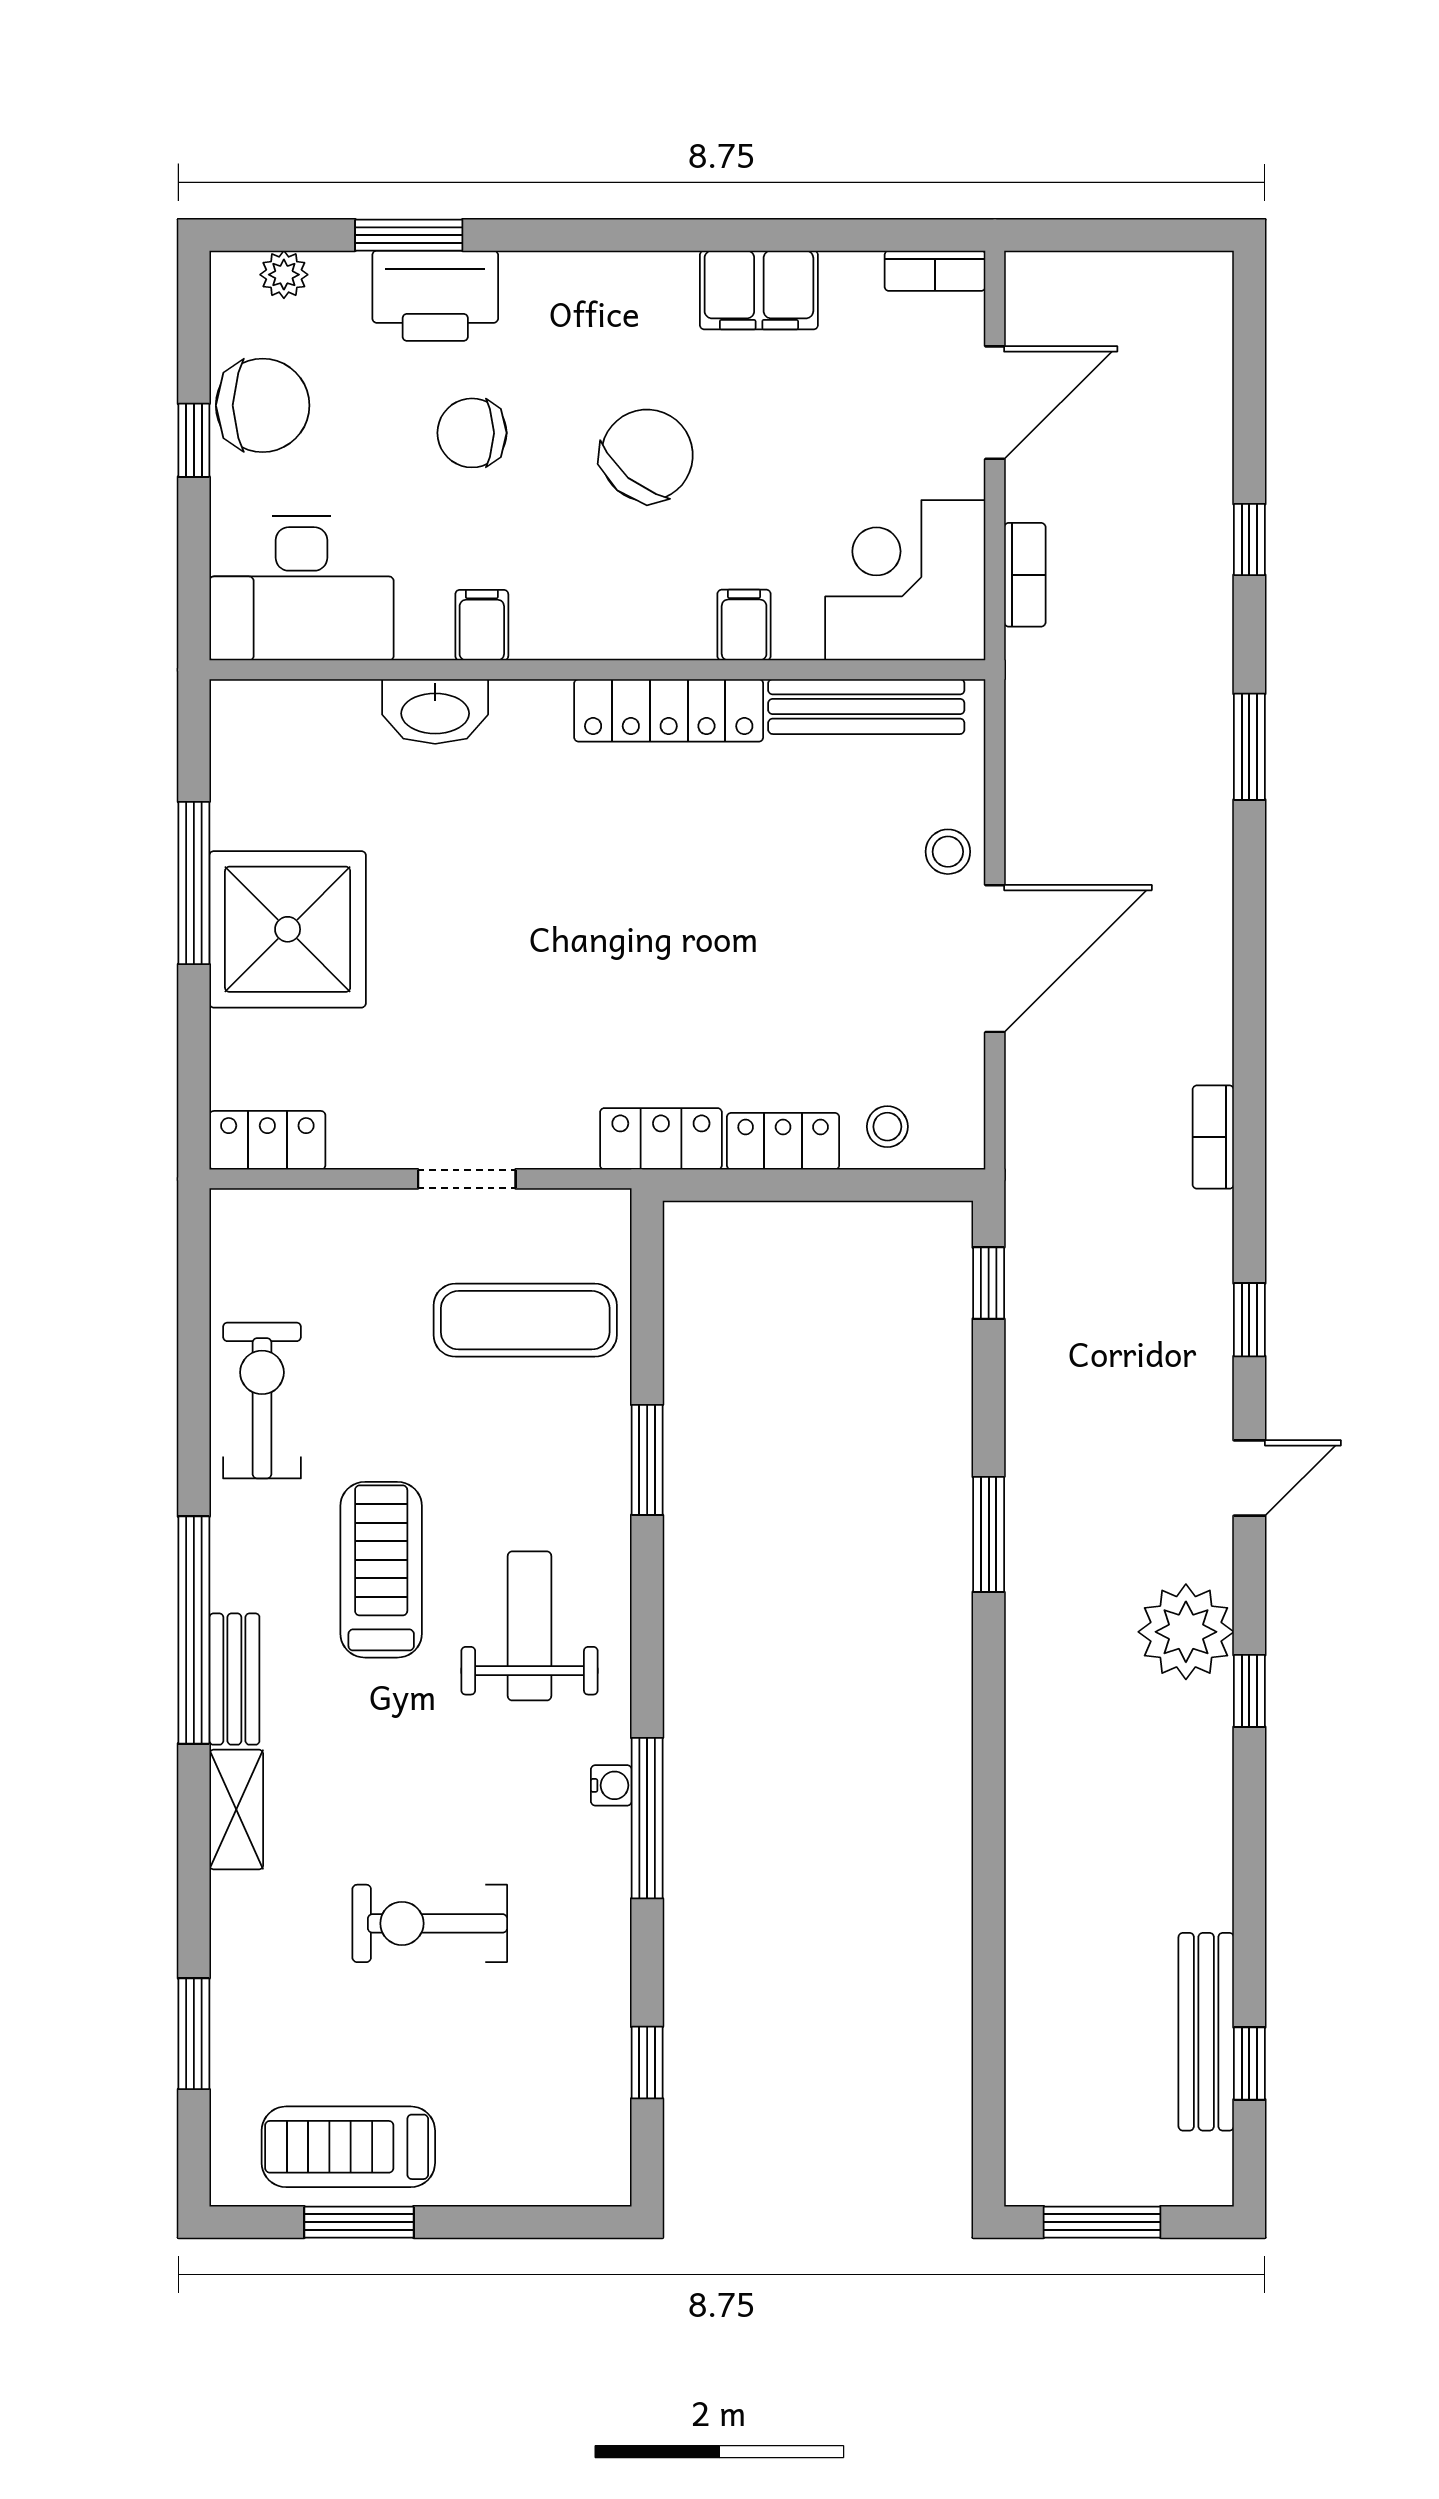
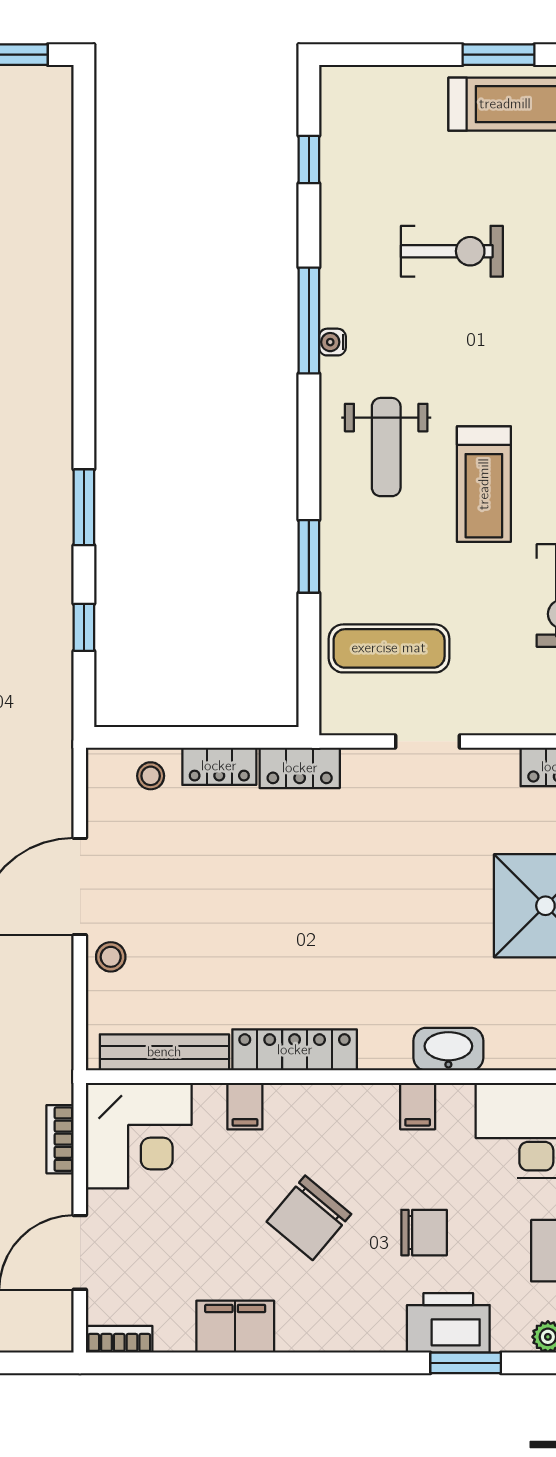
window: (989, 1283) -> (84, 627), moved

